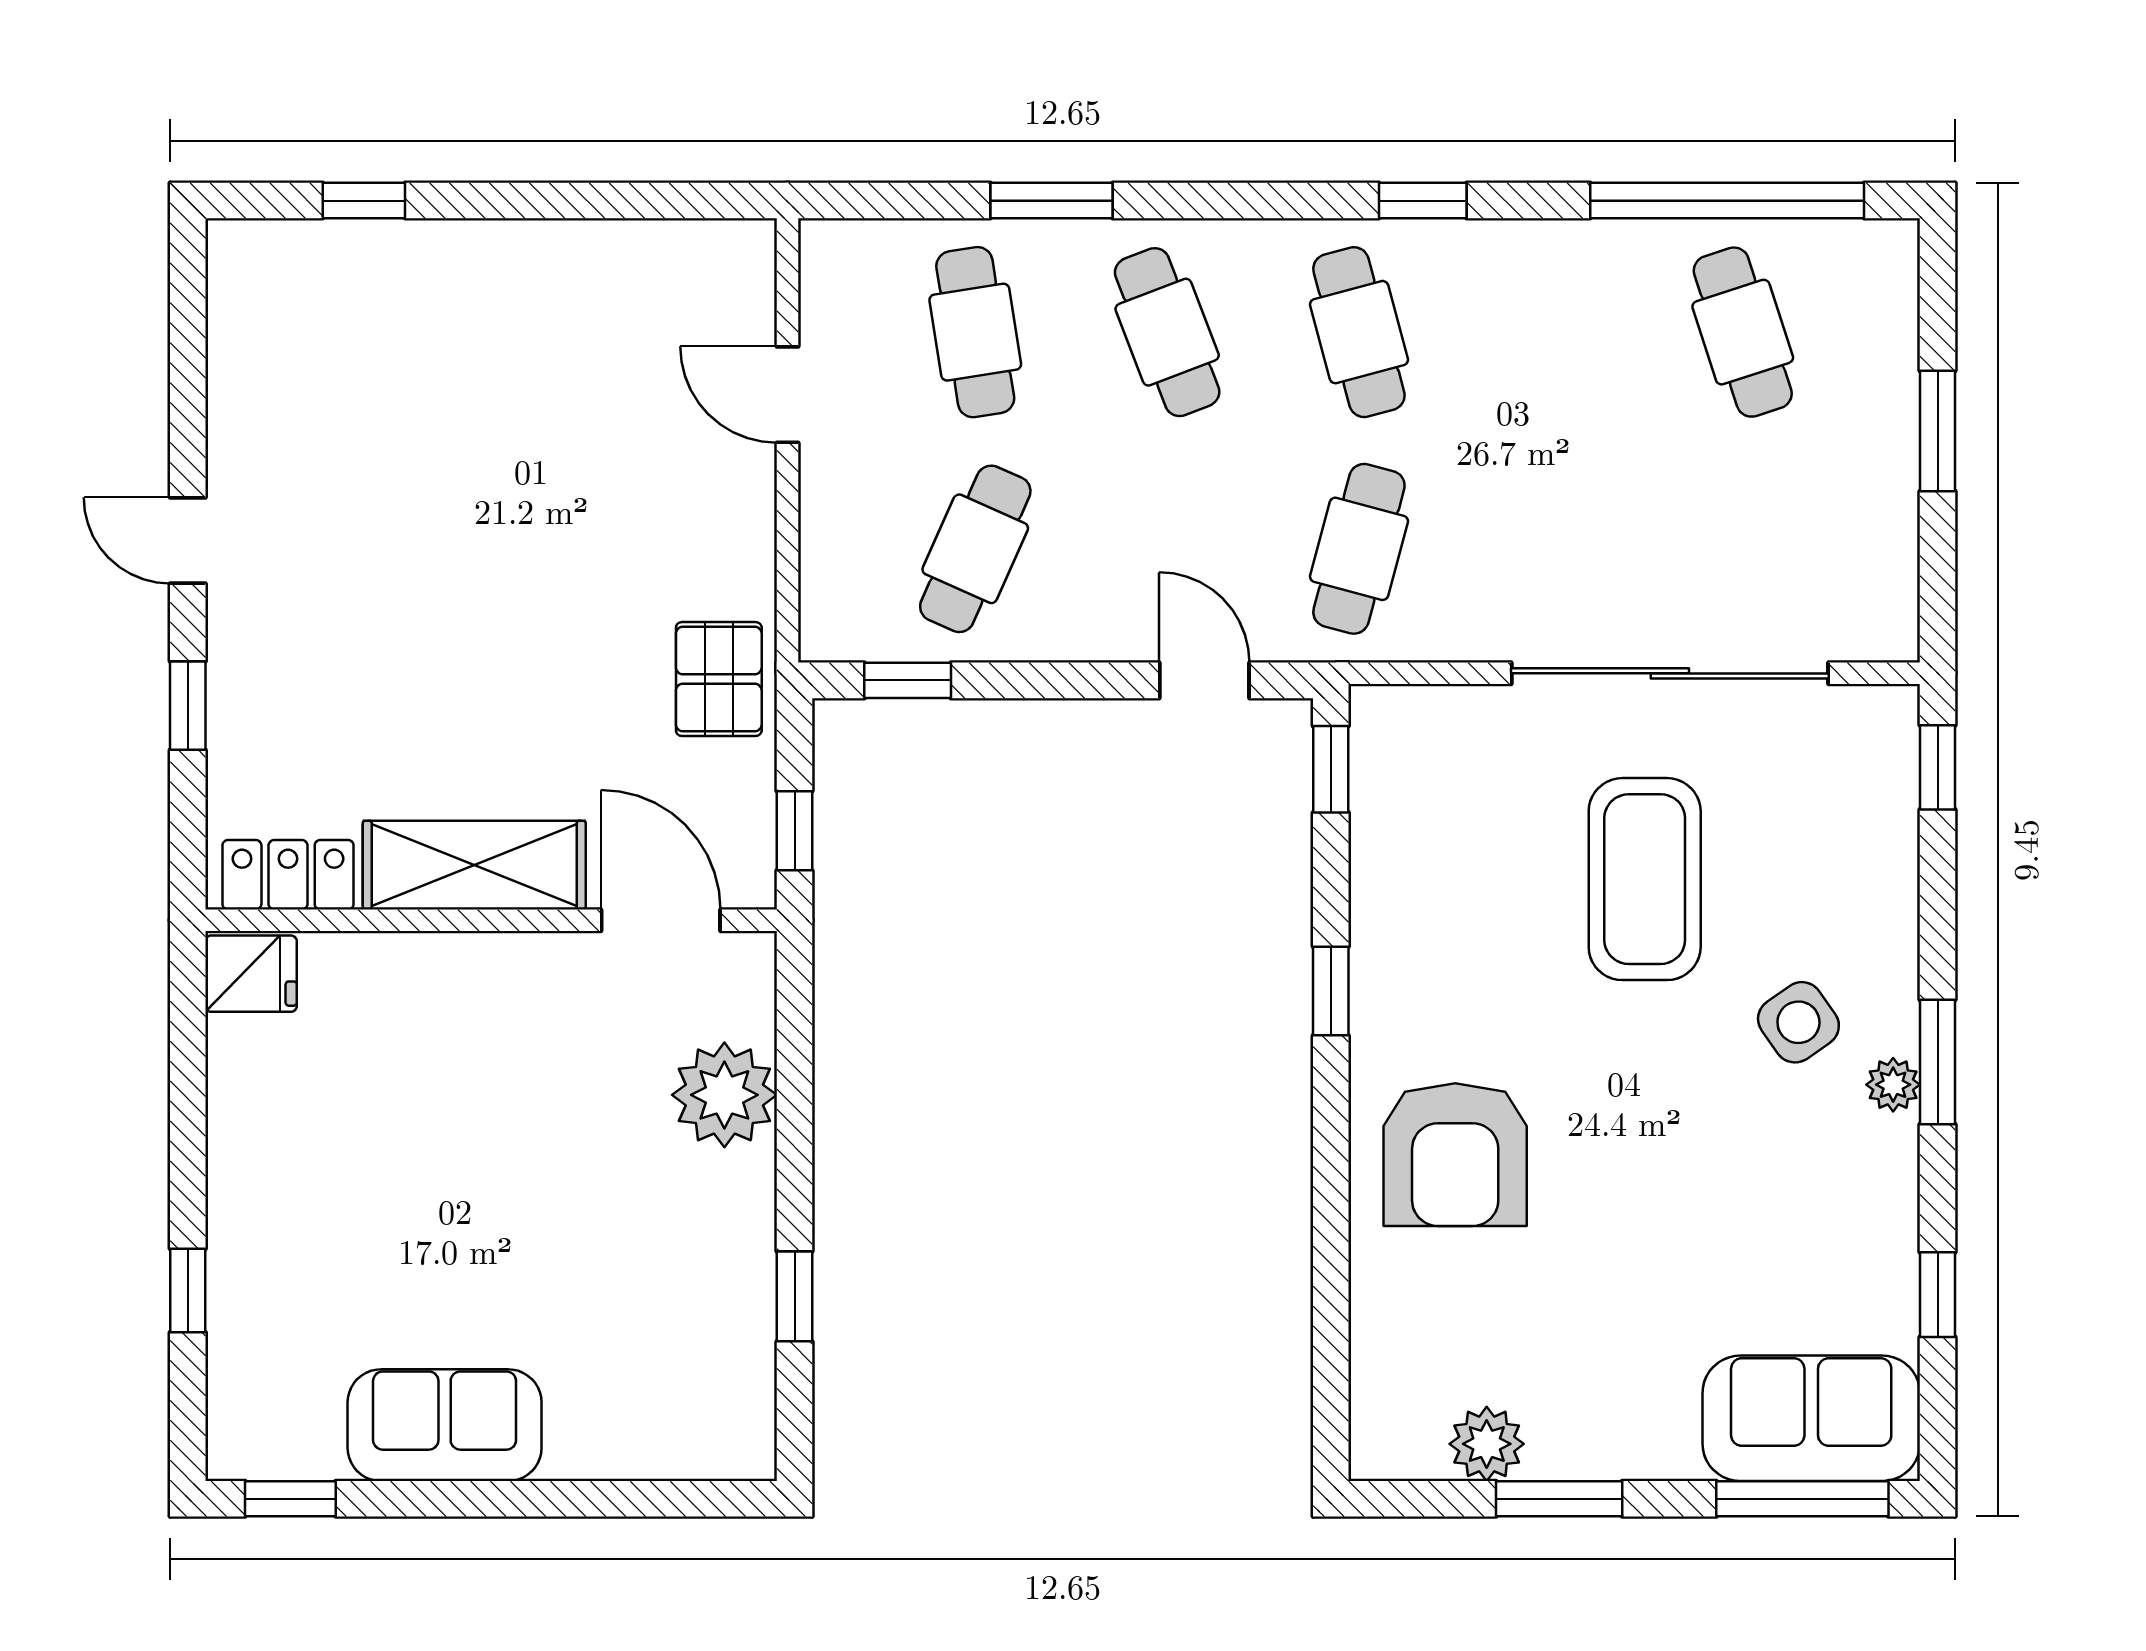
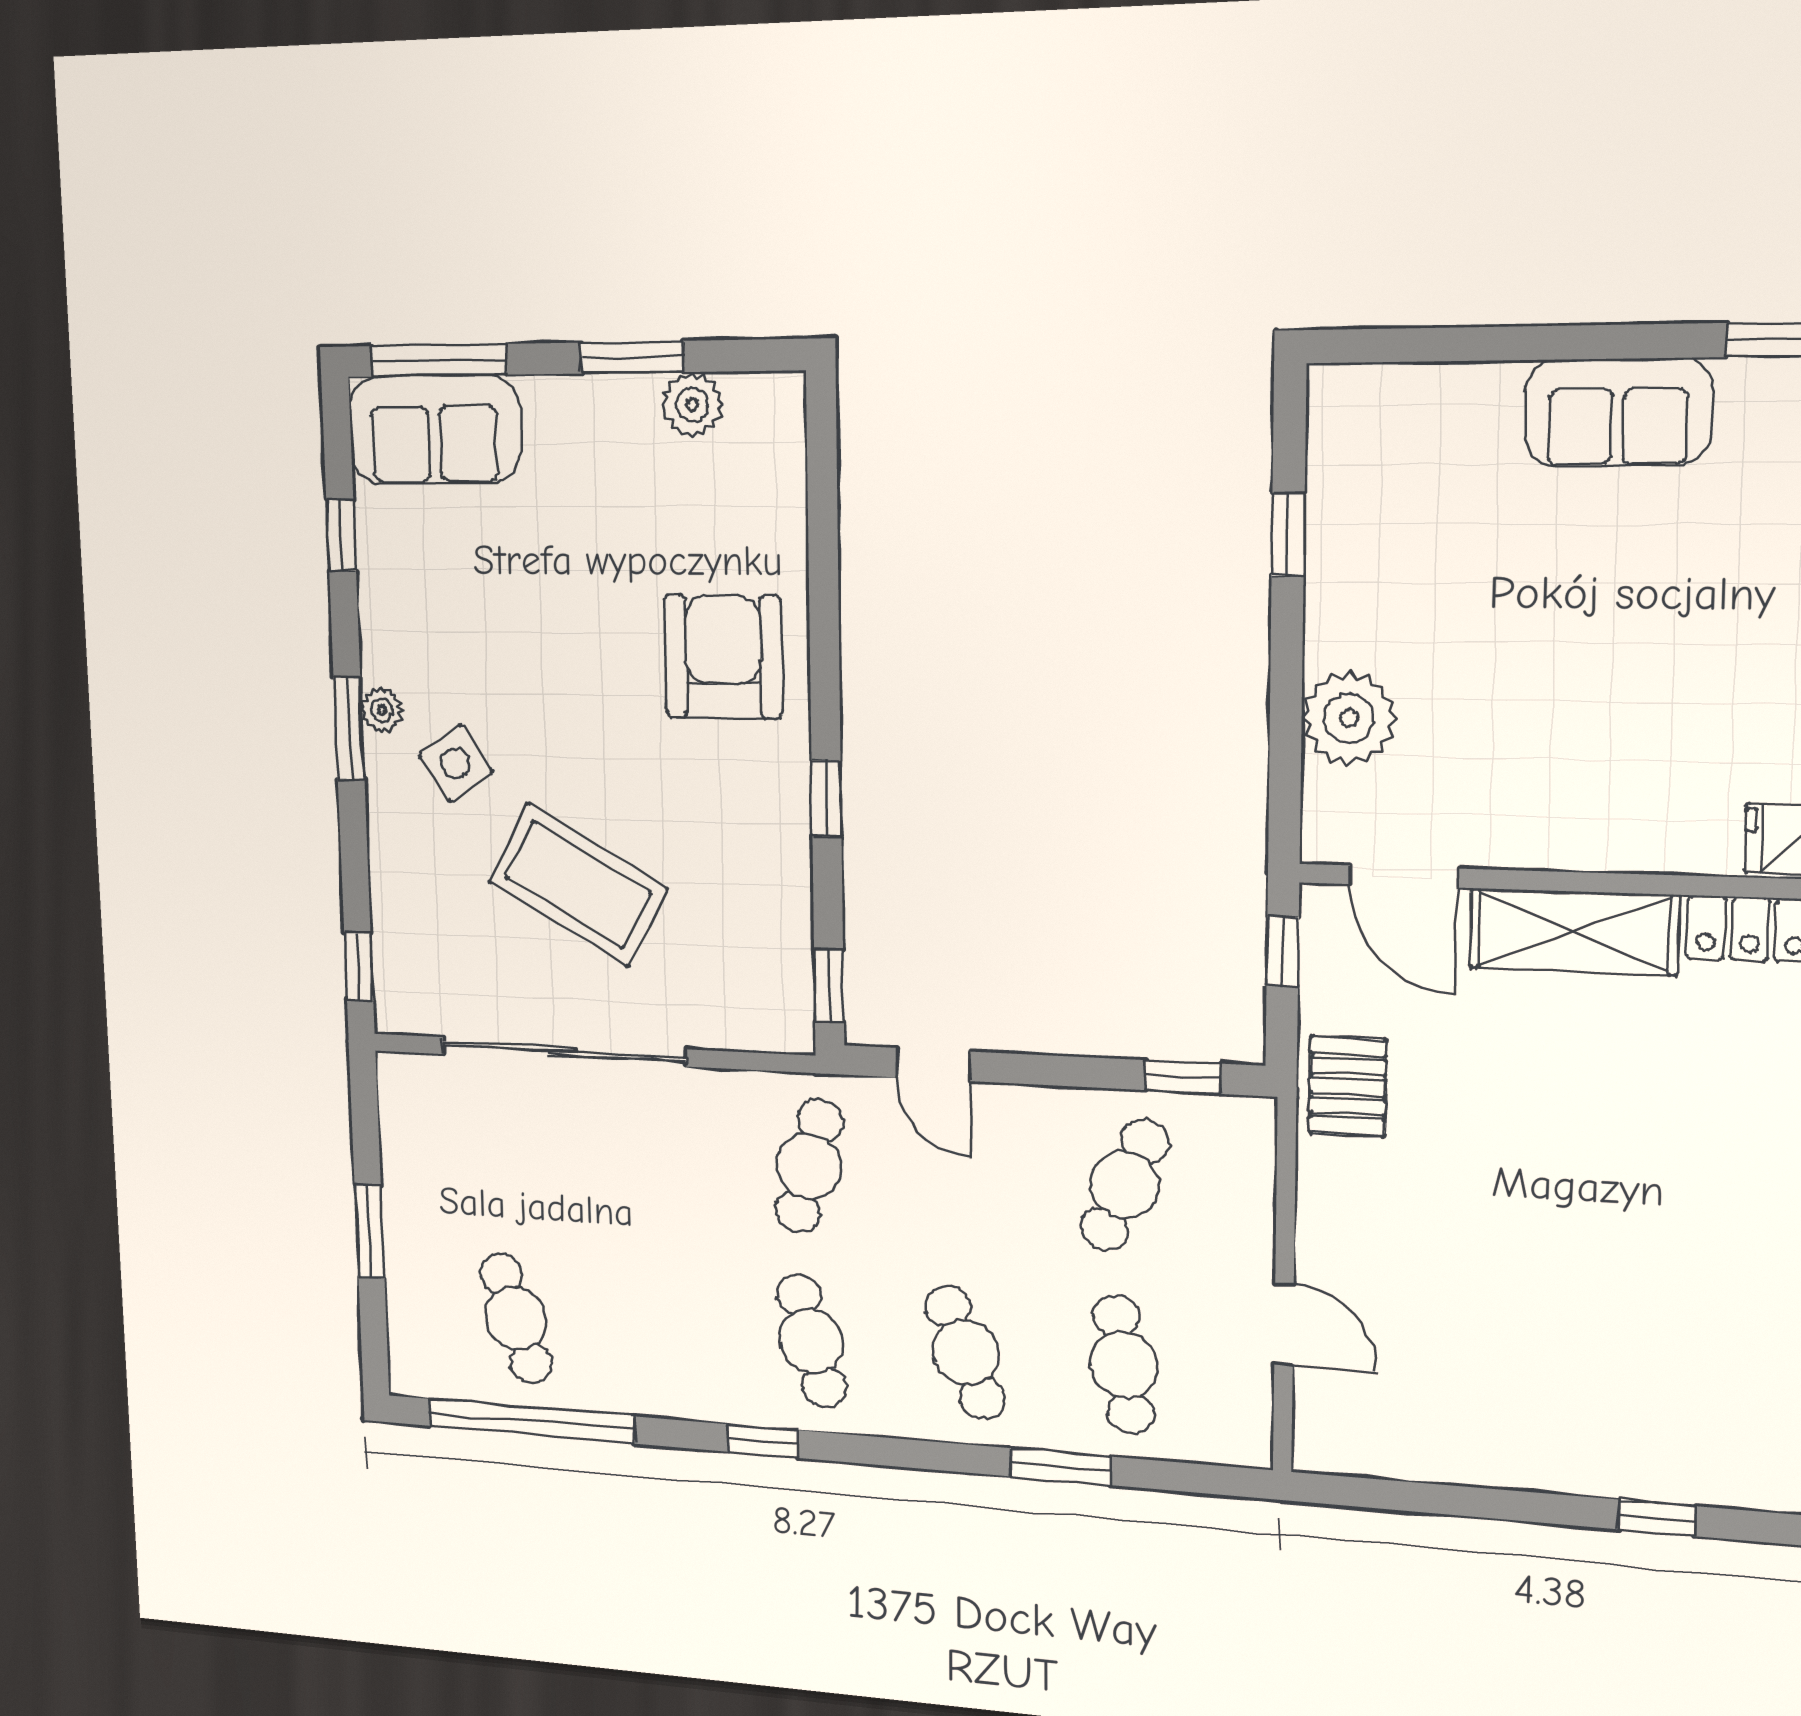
coffee table: (1645, 879) -> (578, 885), turned -61

